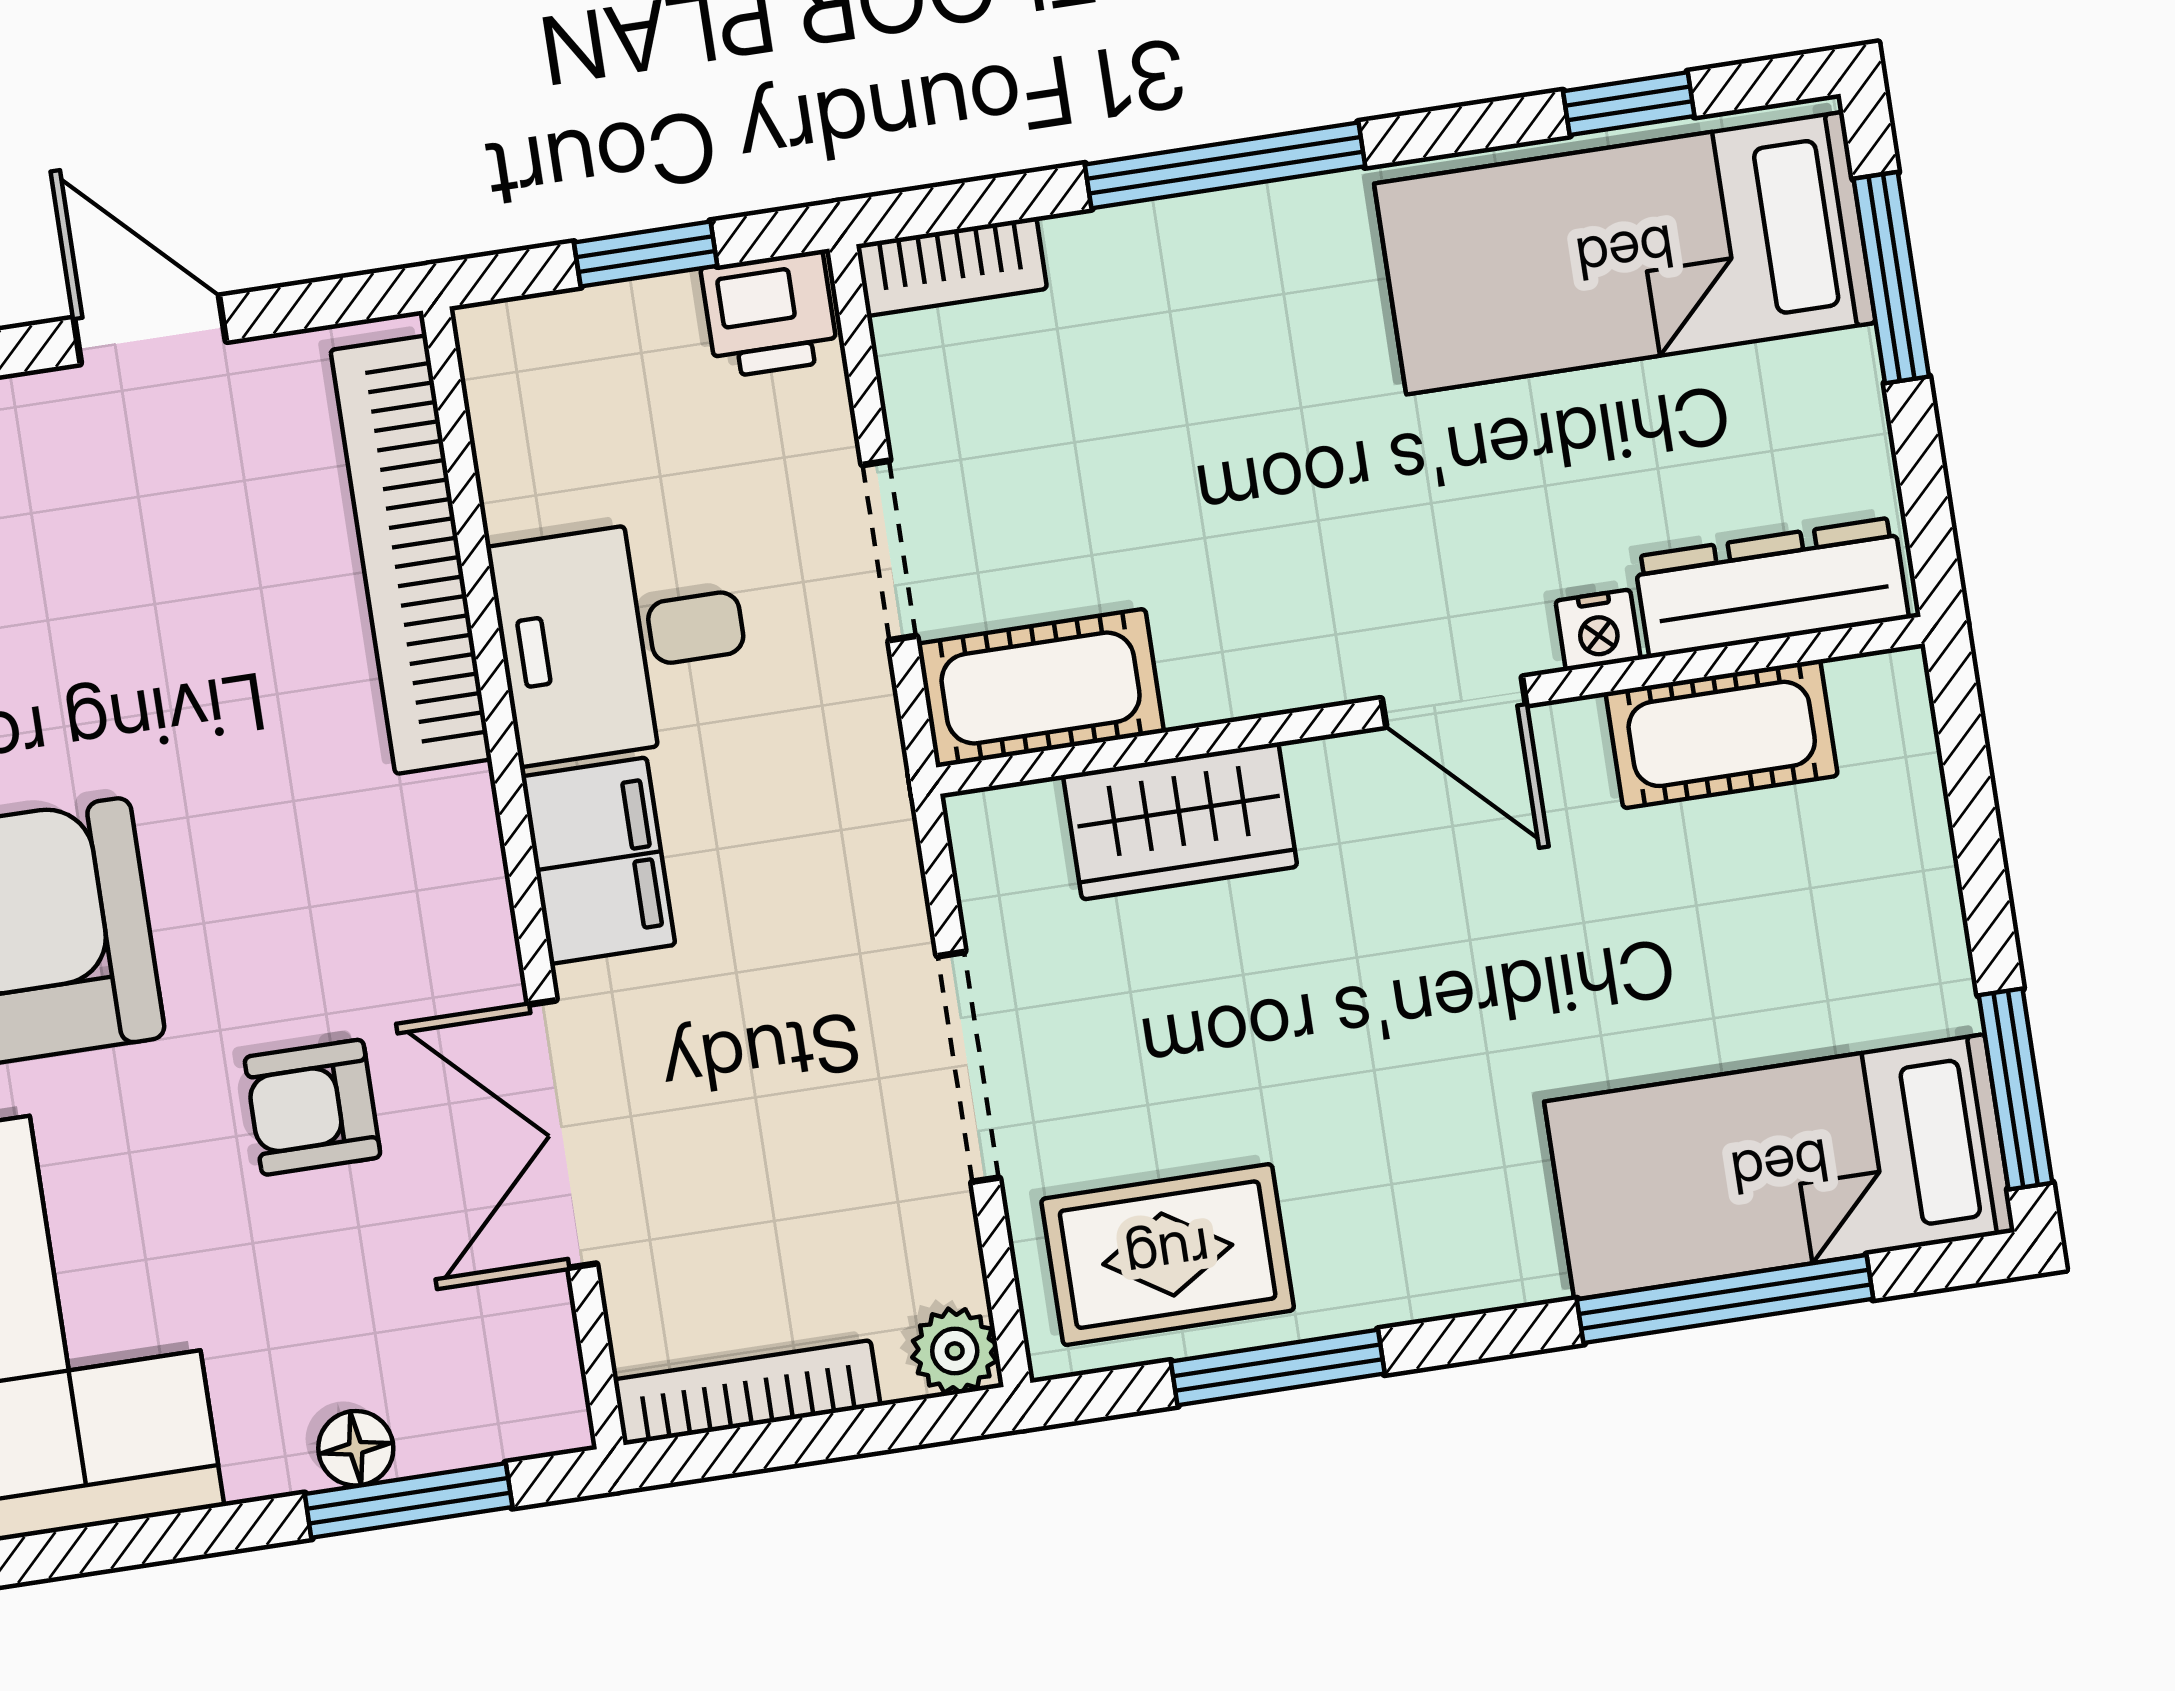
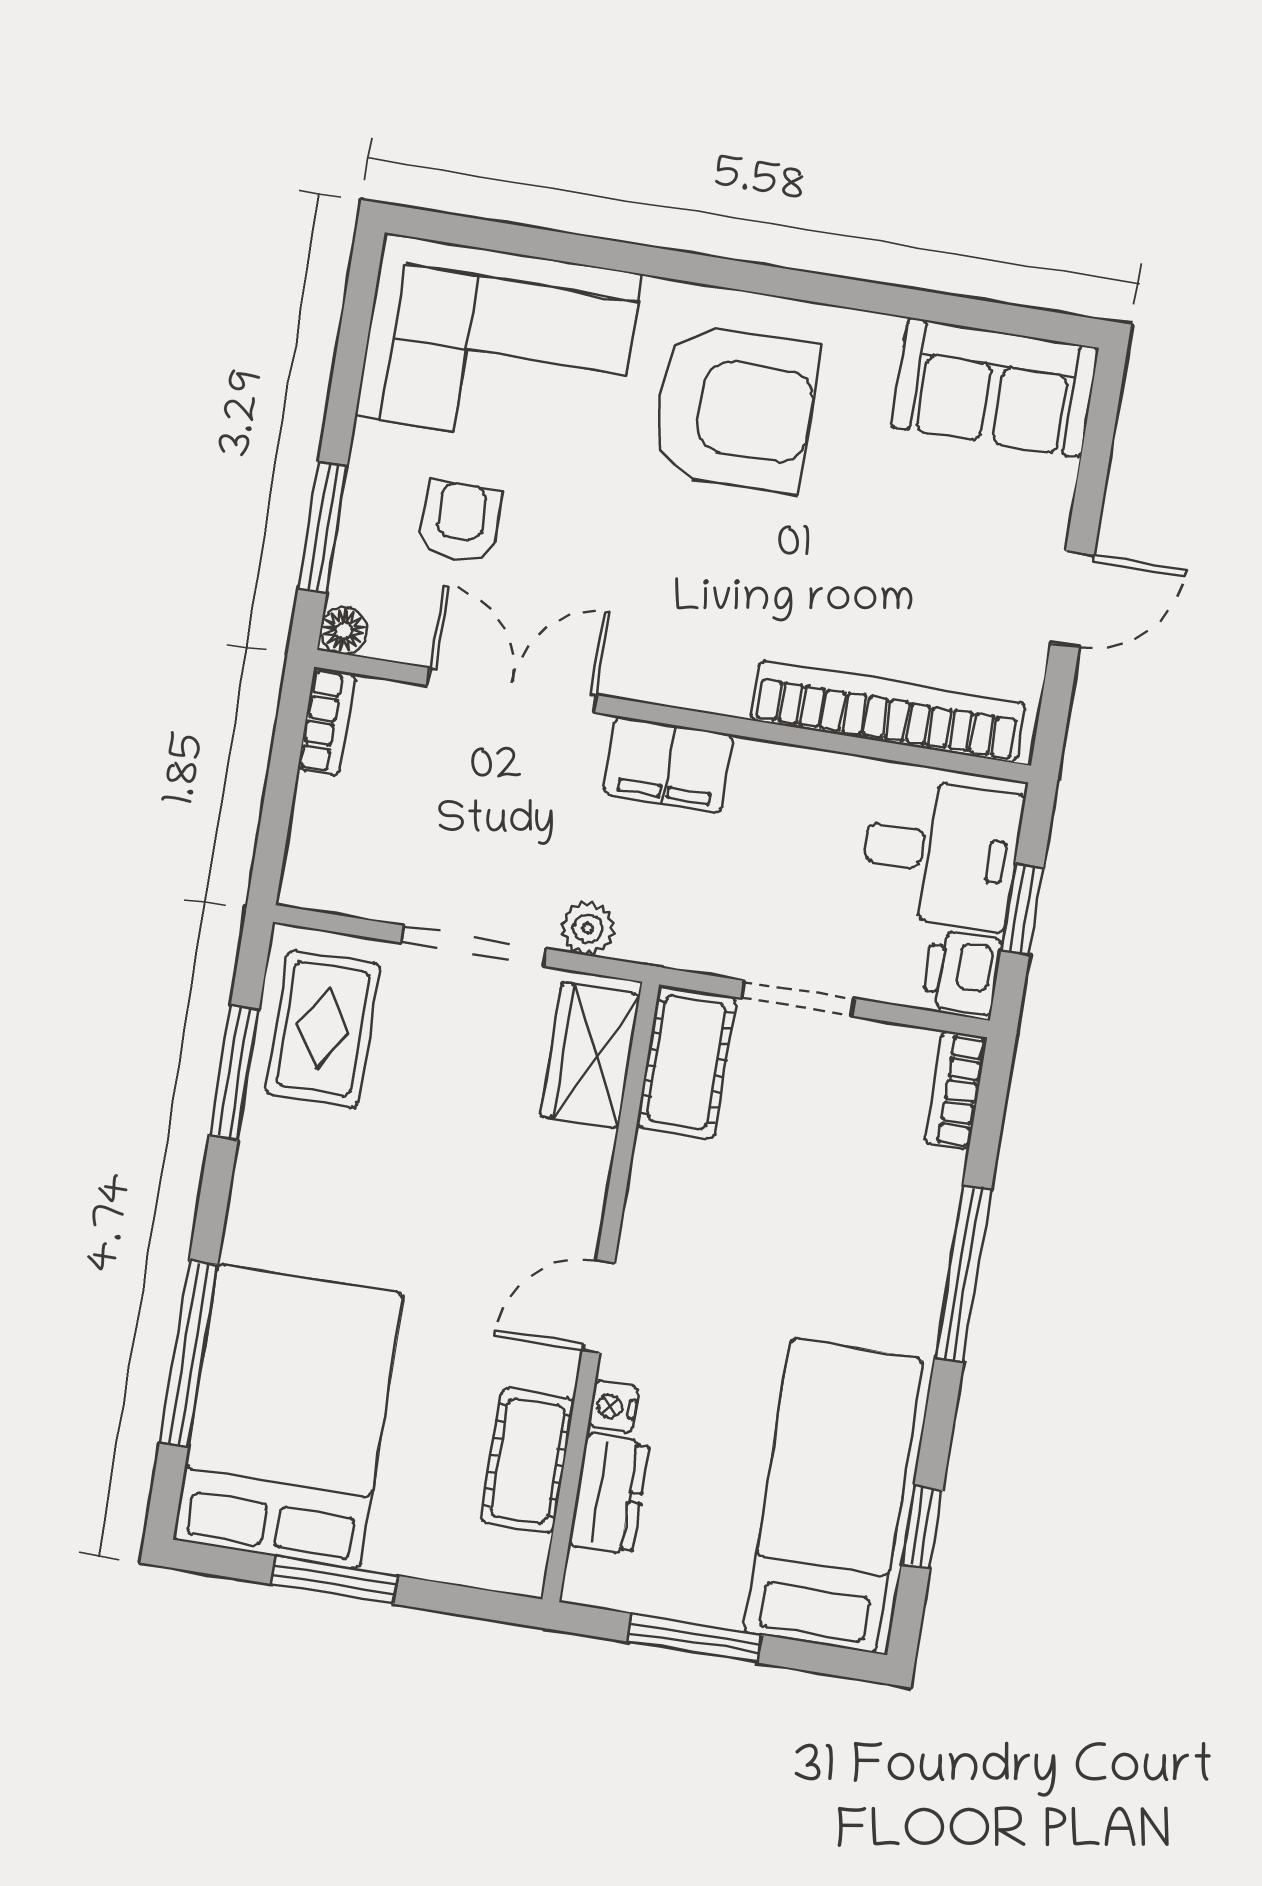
window: (1891, 278) -> (695, 1638), moved
dresser: (1772, 588) -> (609, 1494), width x0.70
desk: (622, 639) -> (940, 853), moved, turned 90
wardrobe: (1180, 821) -> (590, 1055), moved
window: (2015, 1089) -> (334, 1580), moved
armchair: (312, 1107) -> (460, 522), moved
bed: (1780, 1167) -> (288, 1417), width x1.50
plant: (955, 1351) -> (588, 928), moved
bookcase: (747, 1393) -> (326, 722), width x0.64
floor lamp: (356, 1448) -> (344, 631), moved

